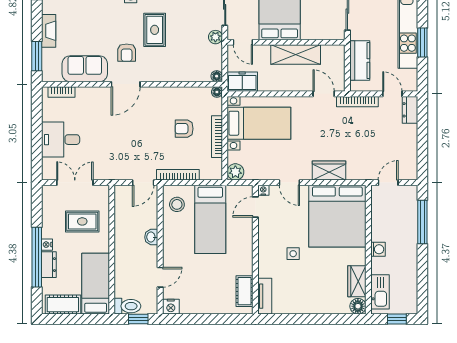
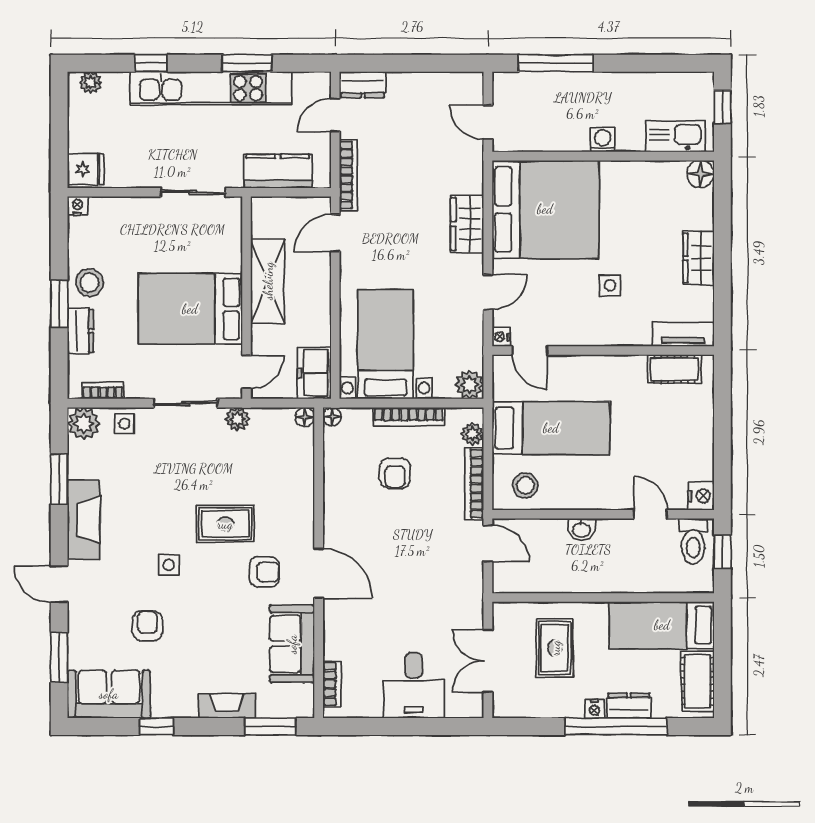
plant: (207, 174) -> (473, 434), added
wardrobe: (357, 281) -> (699, 258), moved, turned 90
toilet: (127, 306) -> (693, 541), moved, turned 180

